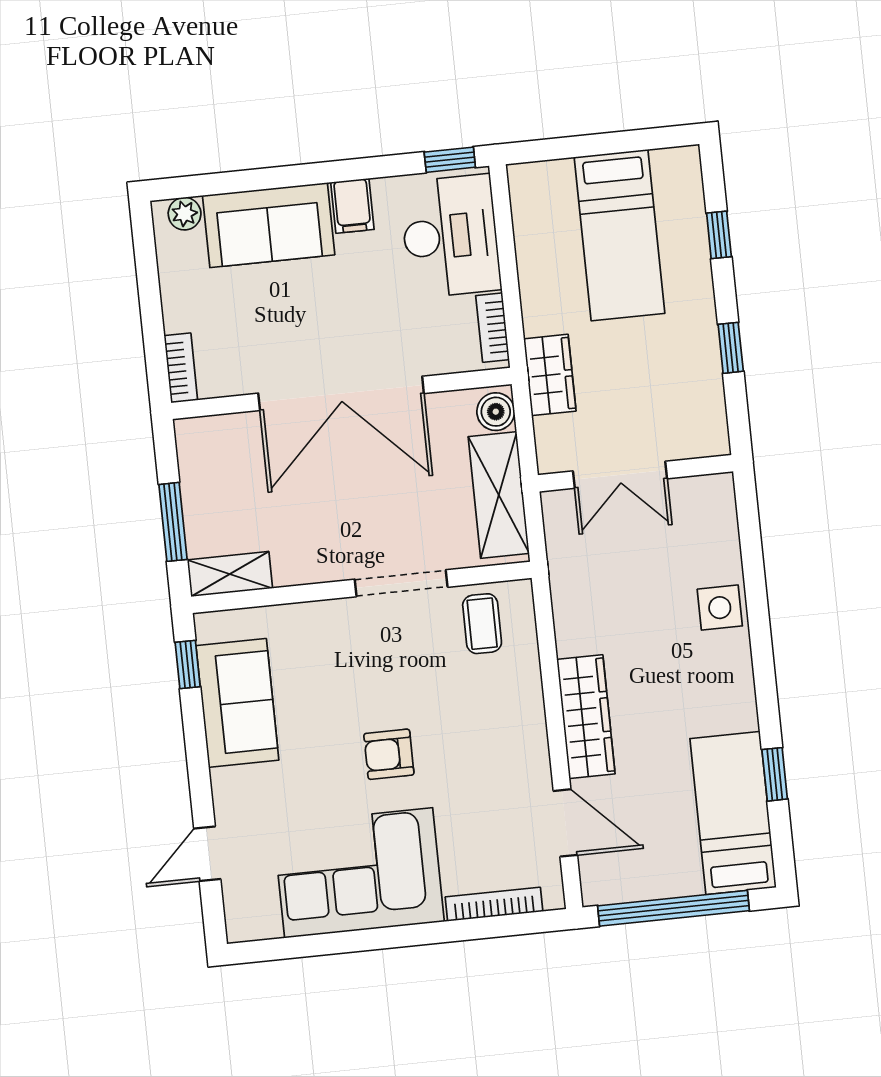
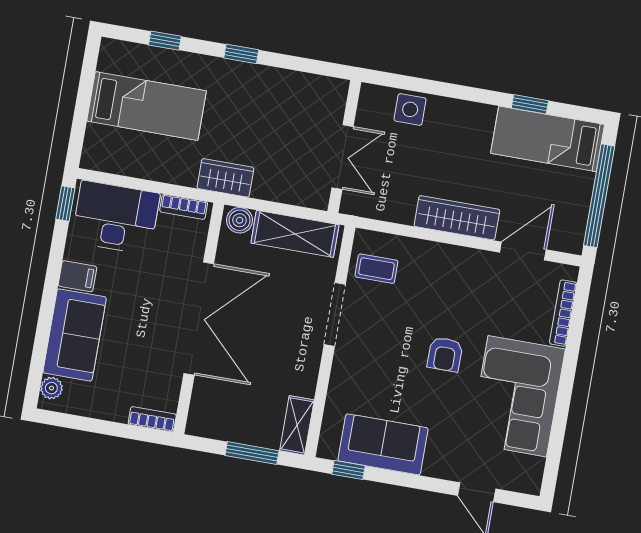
wall: (635, 473) -> (344, 147), moved
double door: (620, 475) -> (342, 157), moved

